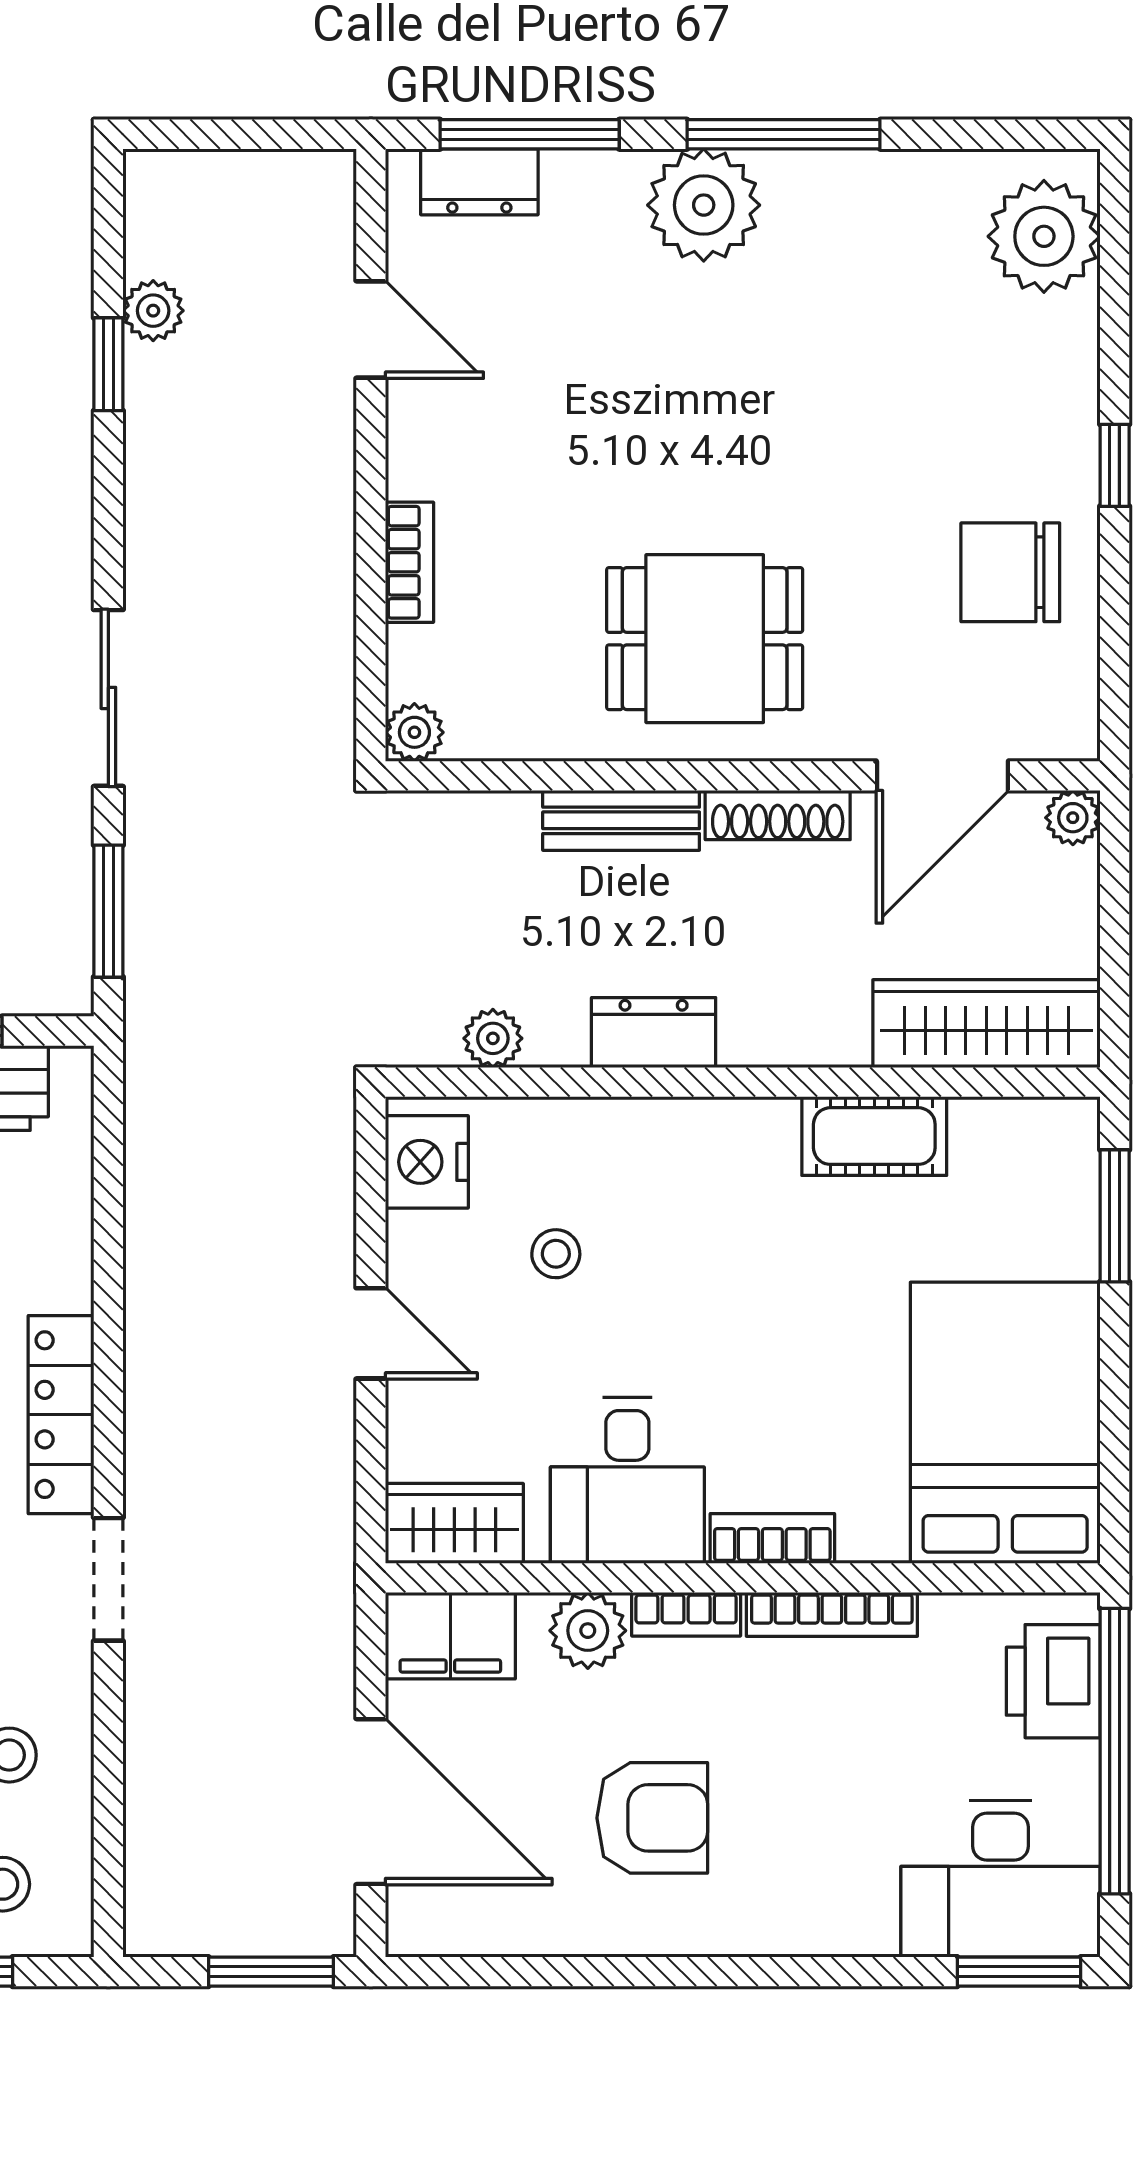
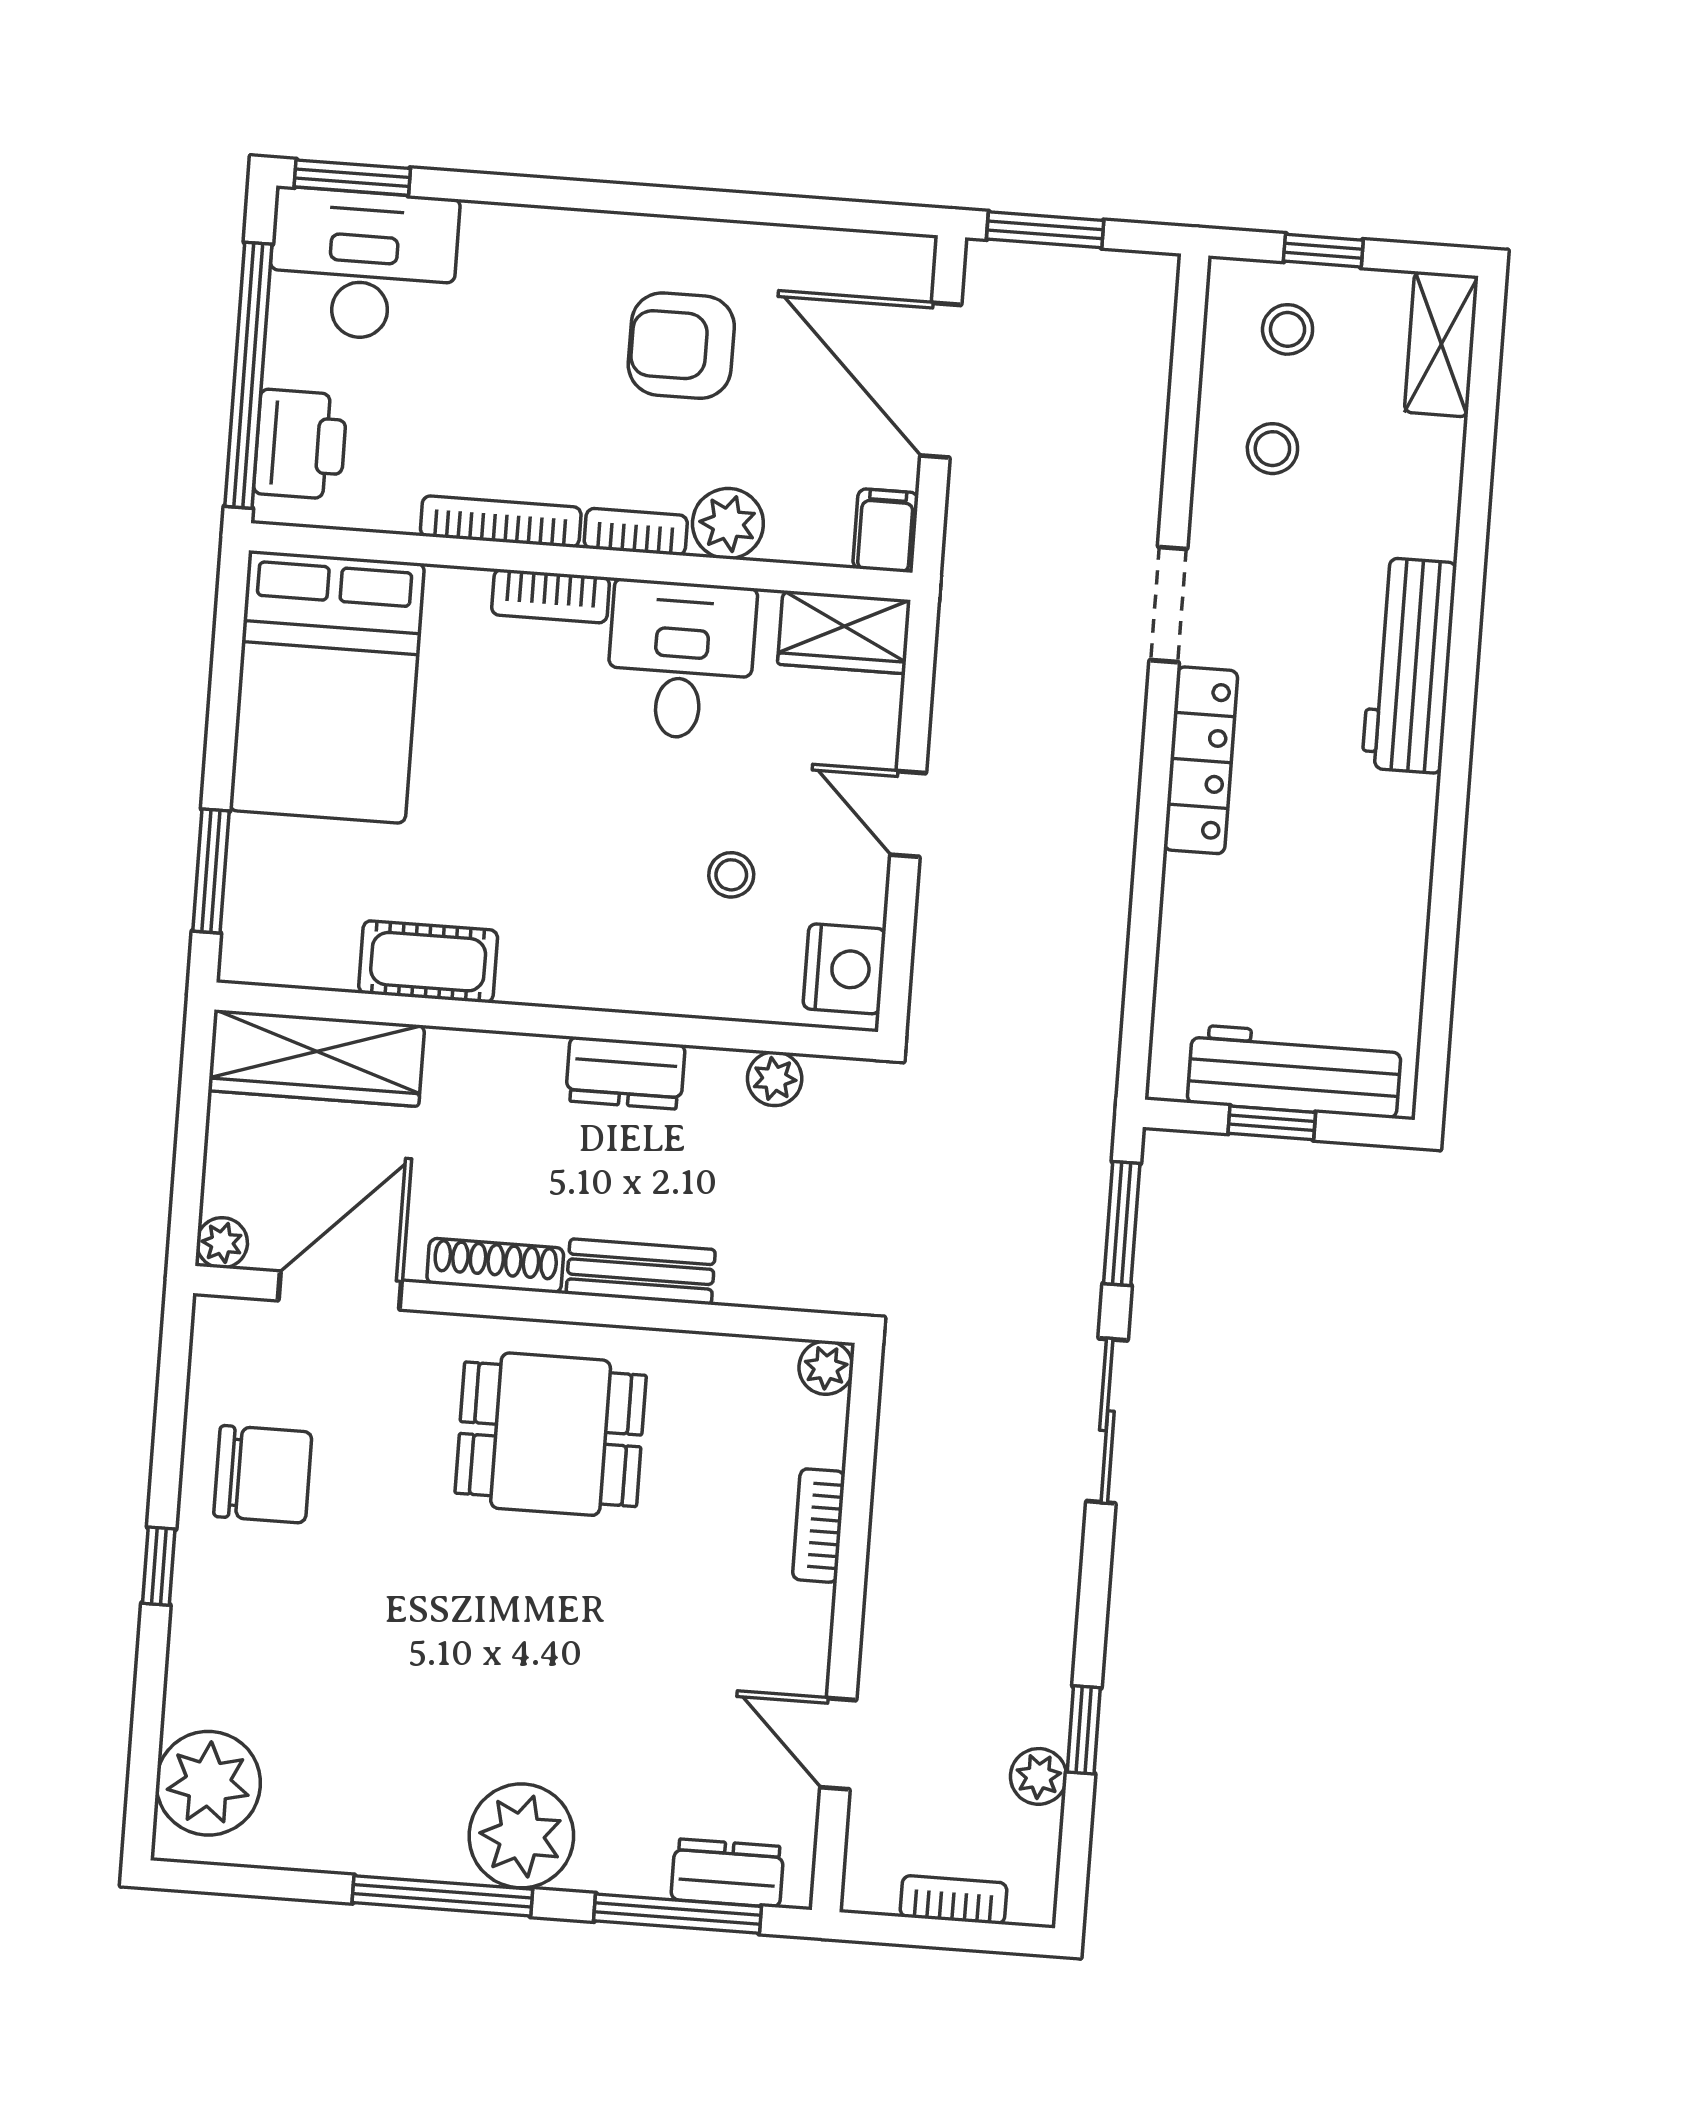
bookcase: (234, 171) -> (954, 1900), added
filing cabinet: (450, 1636) -> (886, 531), width x0.50

